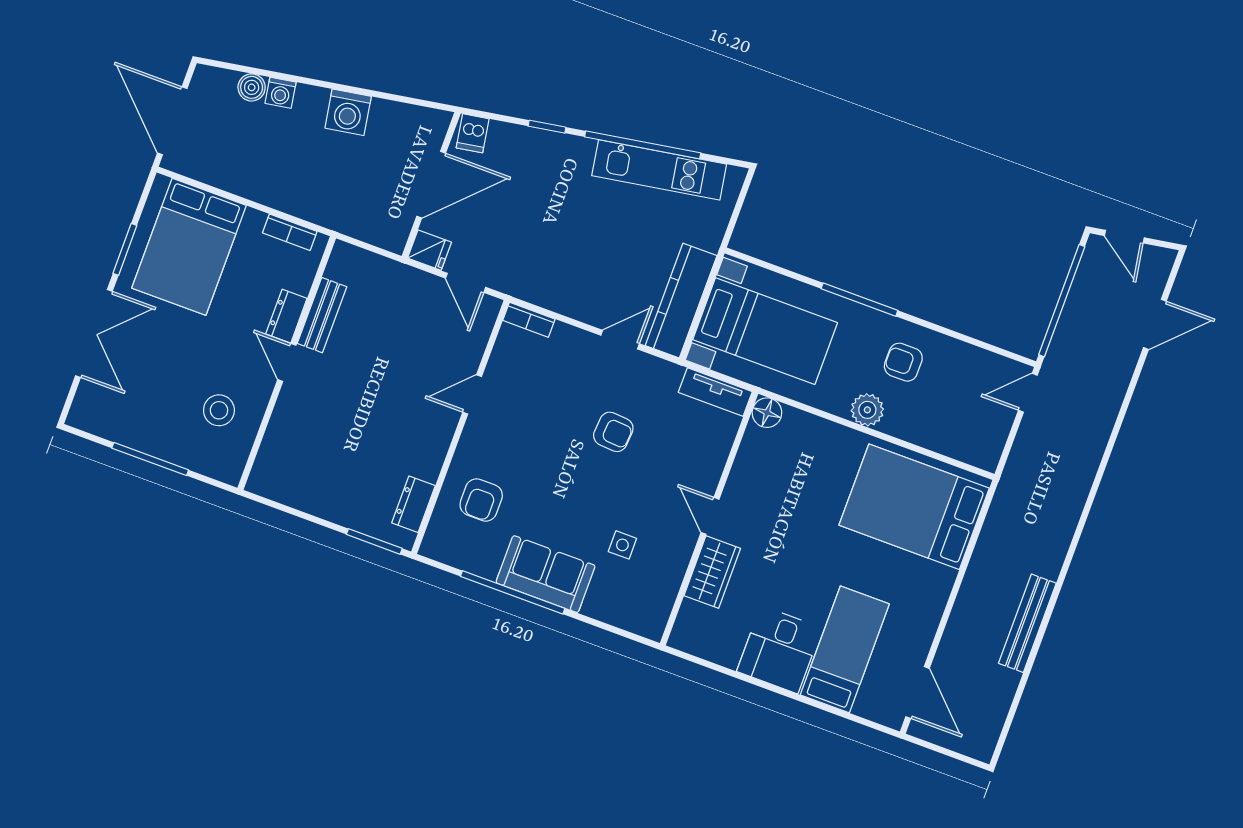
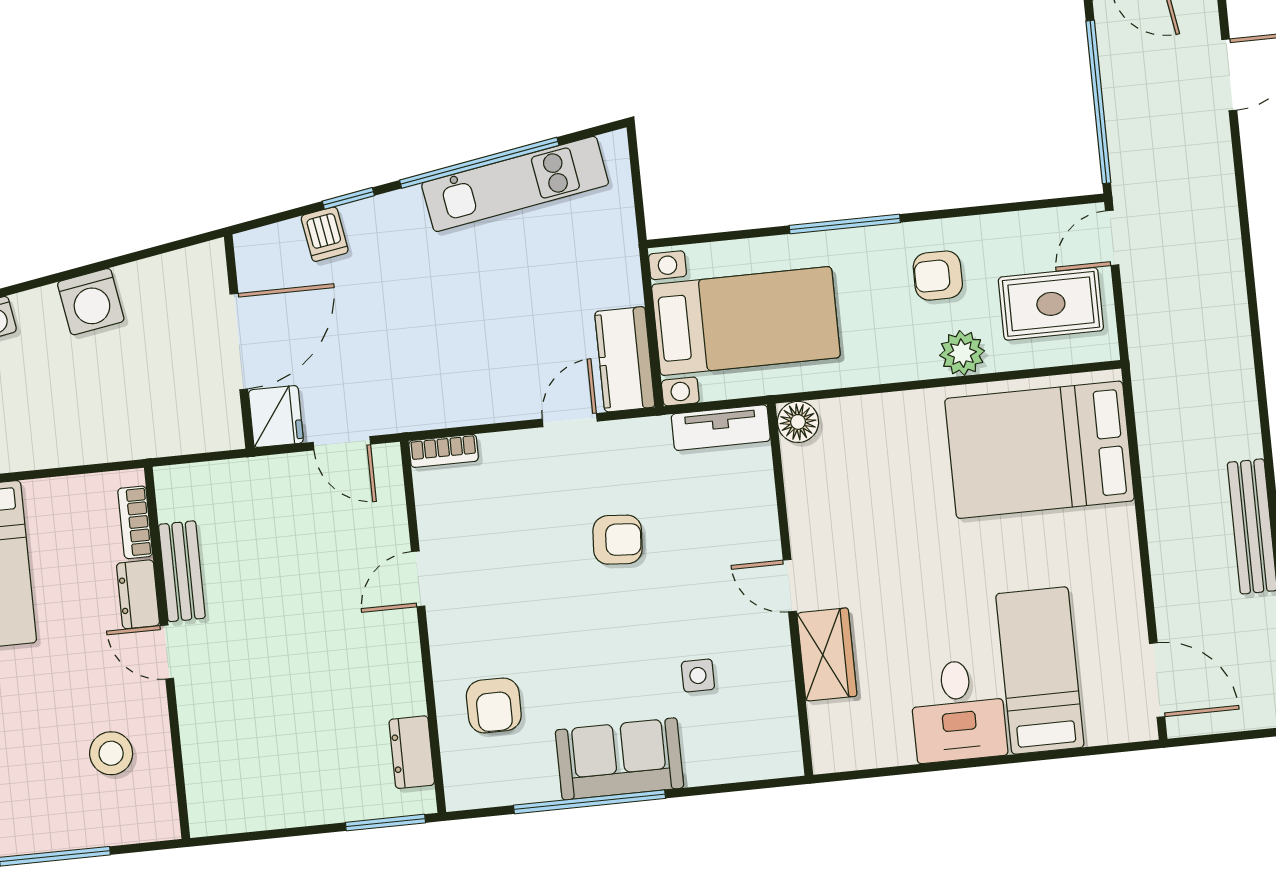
dishwasher: (473, 133) -> (325, 234), moved
bookcase: (290, 232) -> (135, 522), moved, turned 90
fridge: (429, 250) -> (276, 416), width x1.38
kitchen counter: (681, 301) -> (625, 359), width x0.67
plant: (867, 410) -> (962, 353), moved
rug: (967, 416) -> (1051, 304), added

